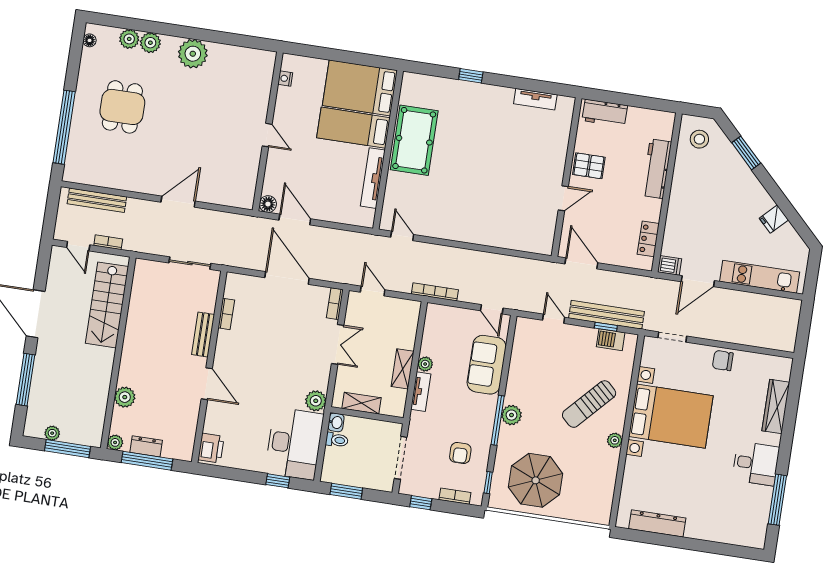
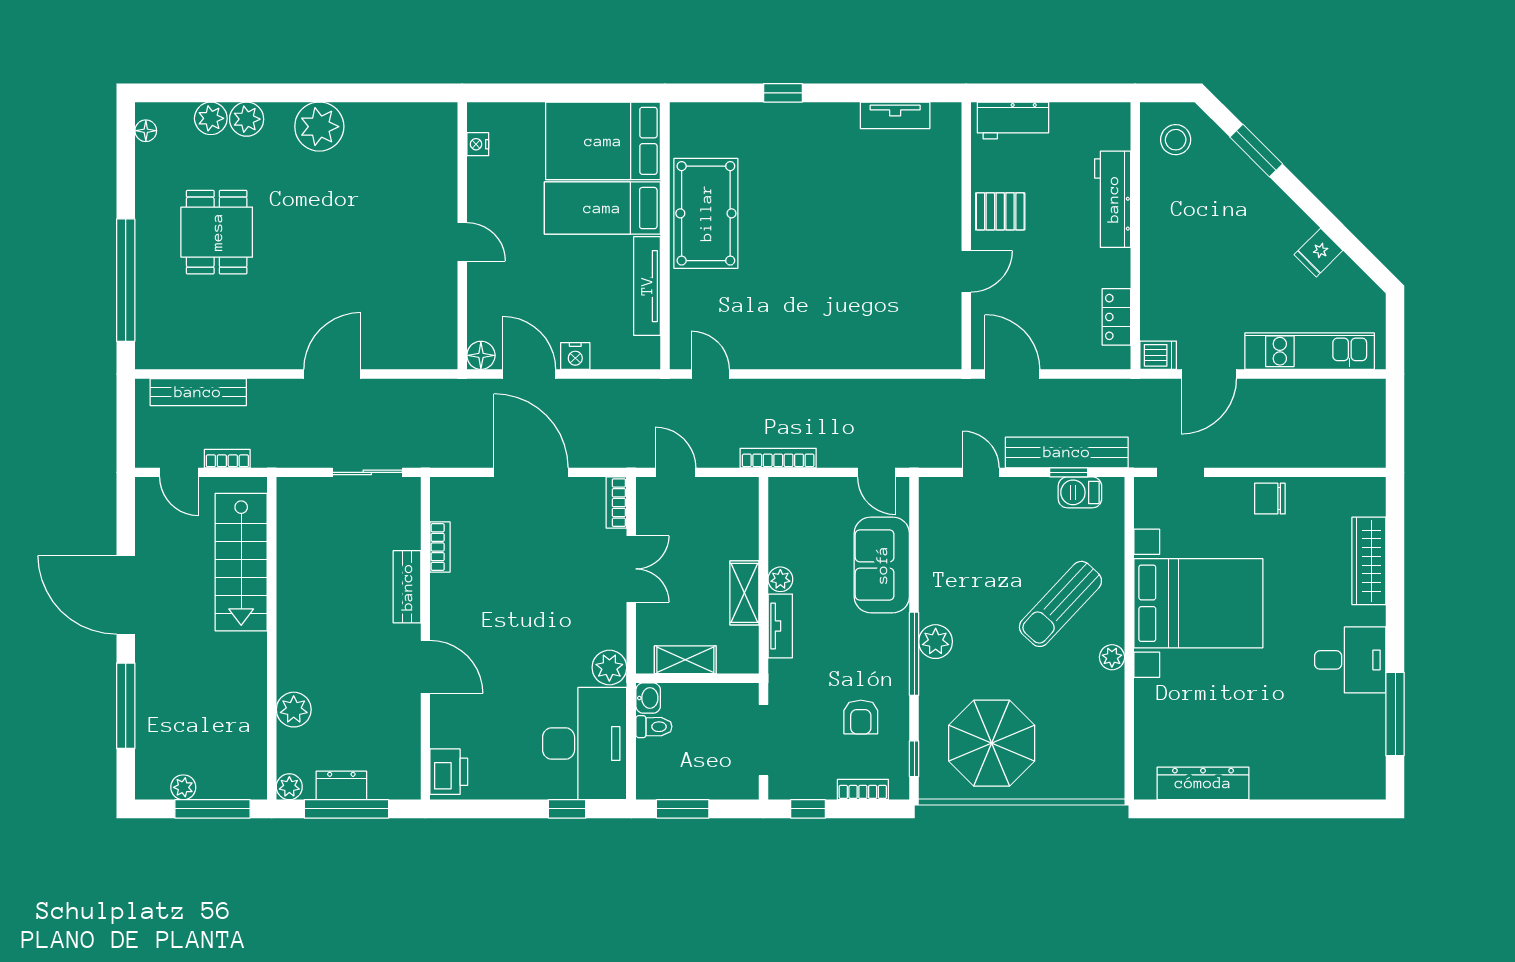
nightstand: (324, 213) -> (575, 356), added

